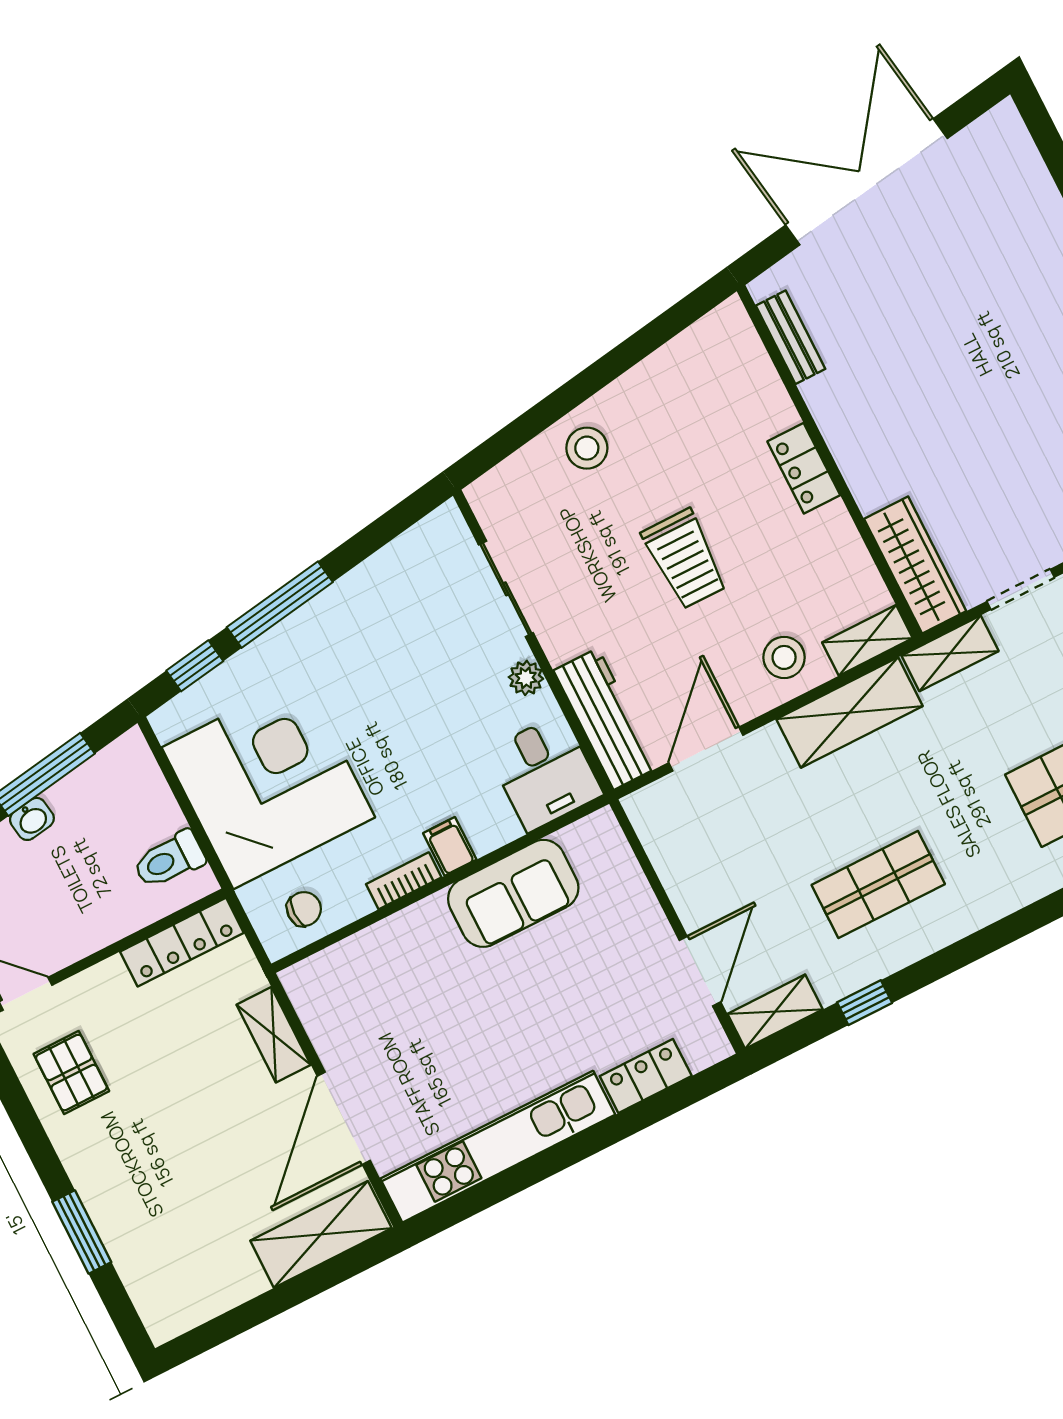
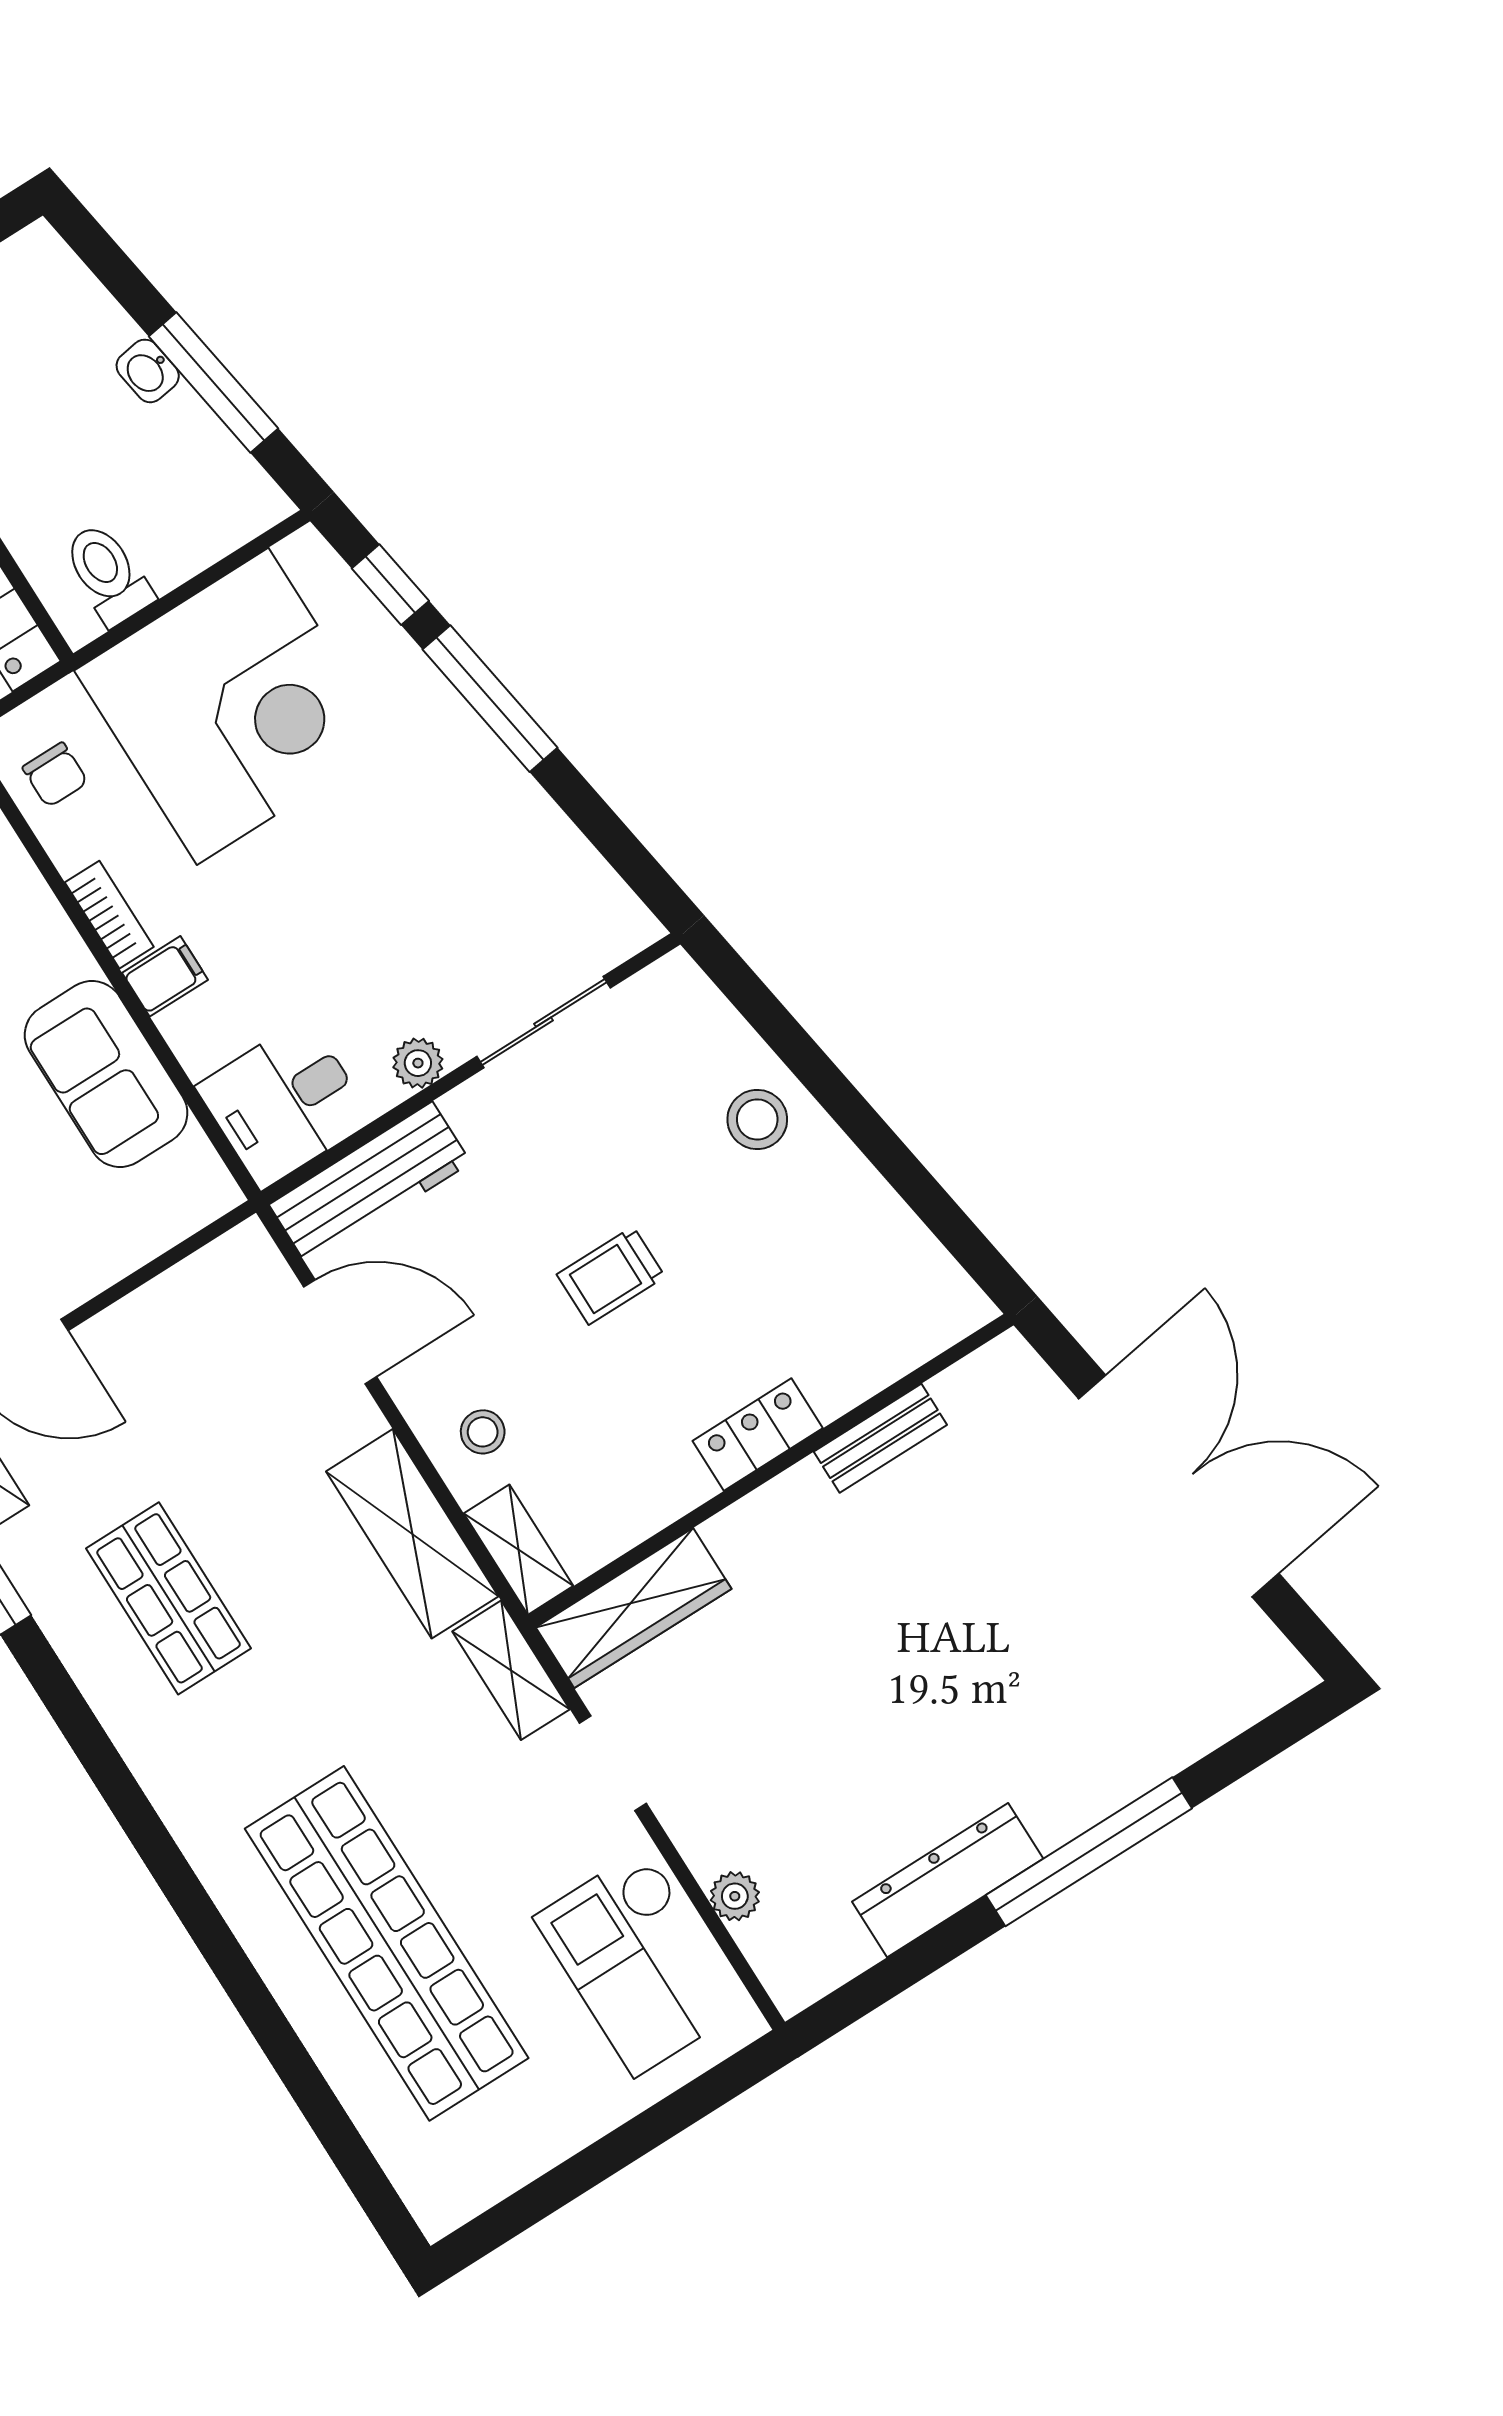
bench: (791, 337) -> (880, 1438), moved
trolley: (685, 559) -> (611, 1276), width x0.73, depth x0.72
stool: (784, 657) -> (483, 1432), width x0.73, depth x0.73

